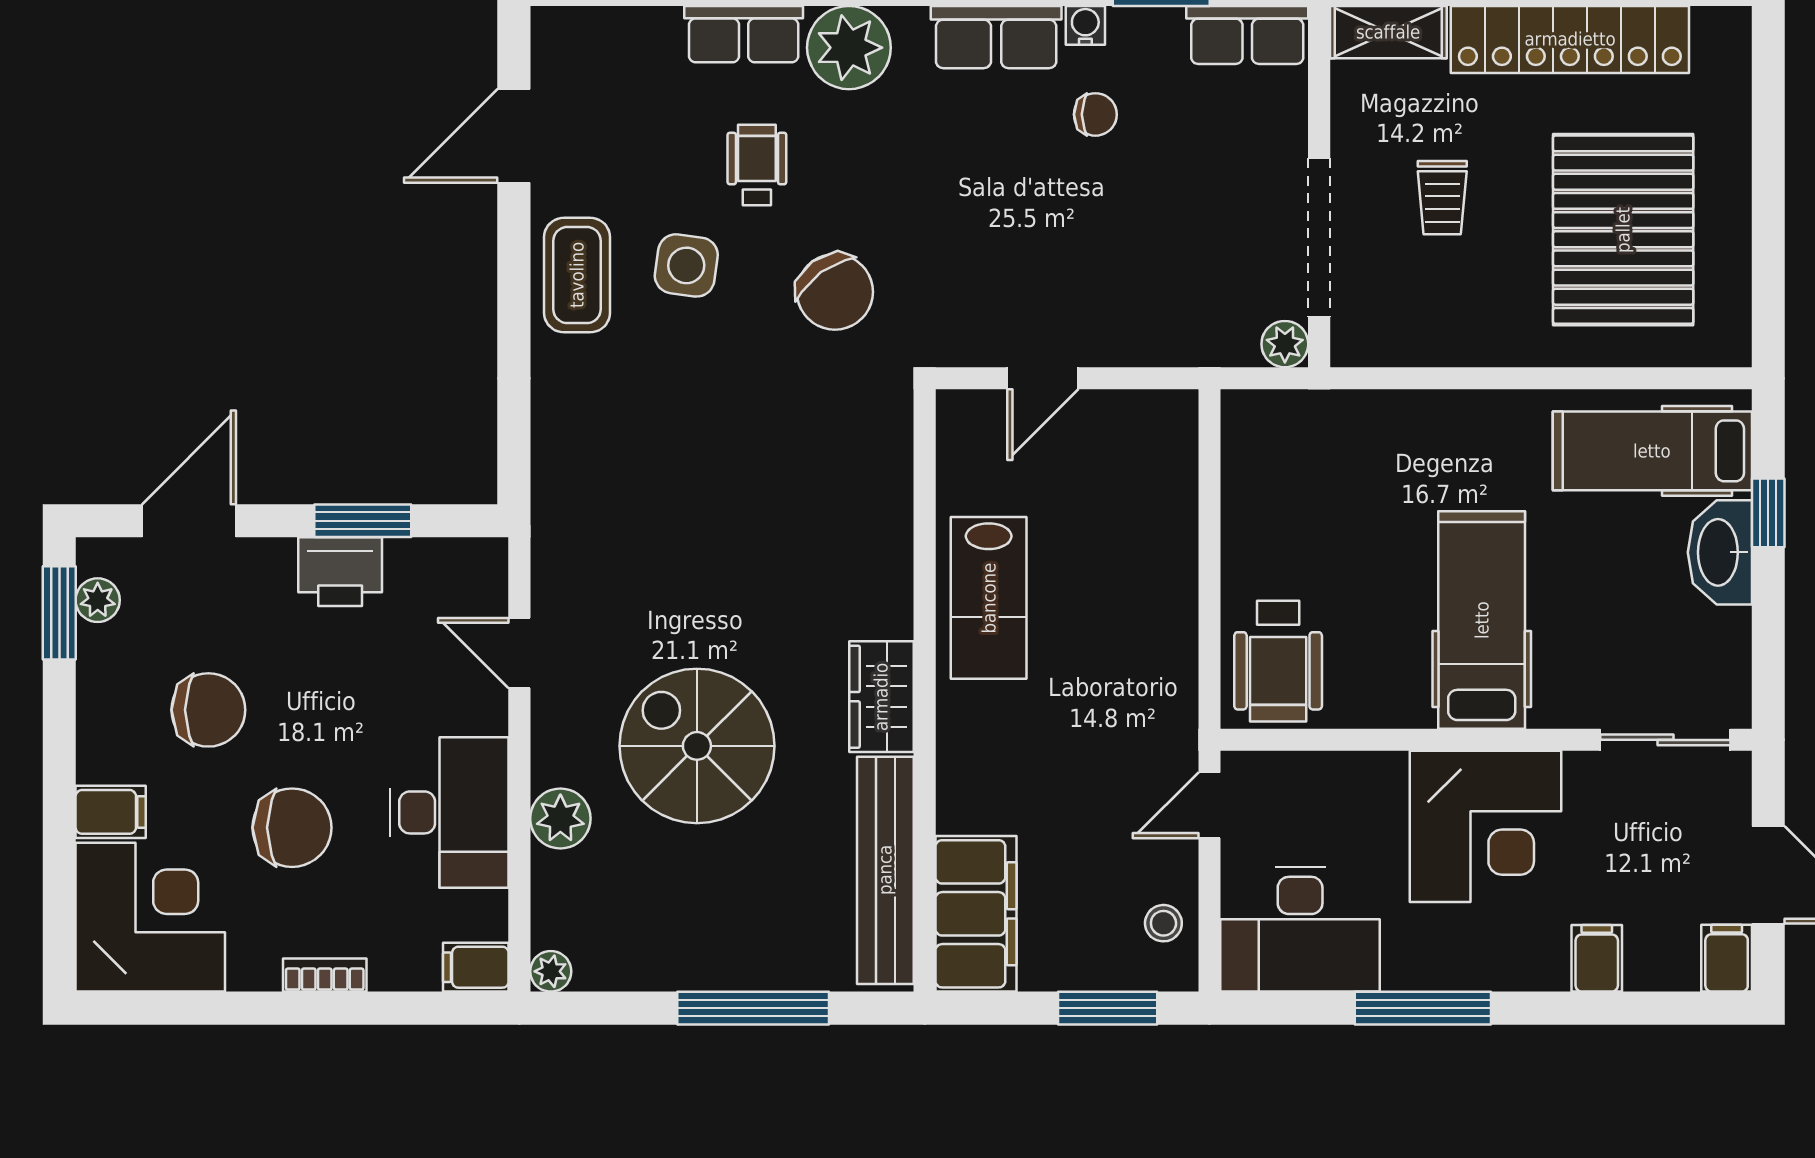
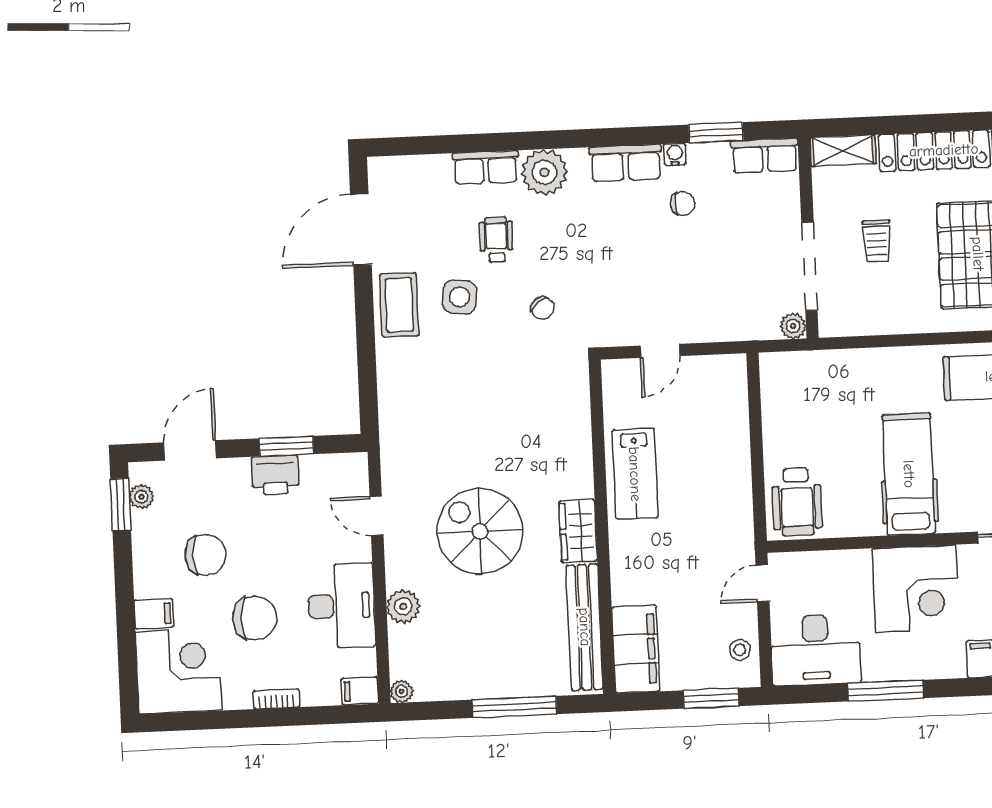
door: (514, 136) -> (361, 229), width x1.36
chair: (835, 292) -> (543, 308), width x0.54, depth x0.54
spiral stairs: (697, 746) -> (480, 531), moved

